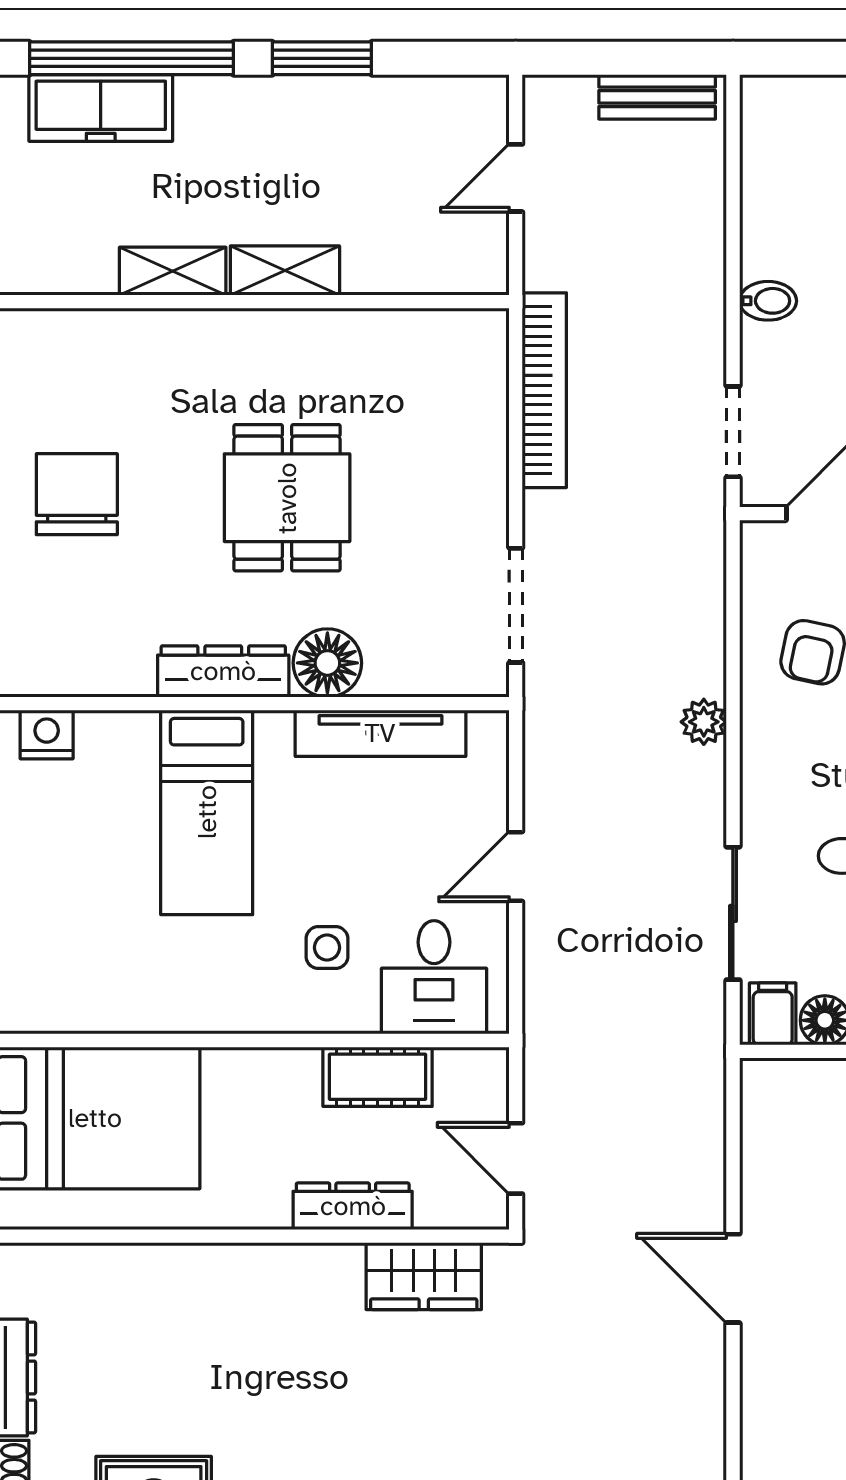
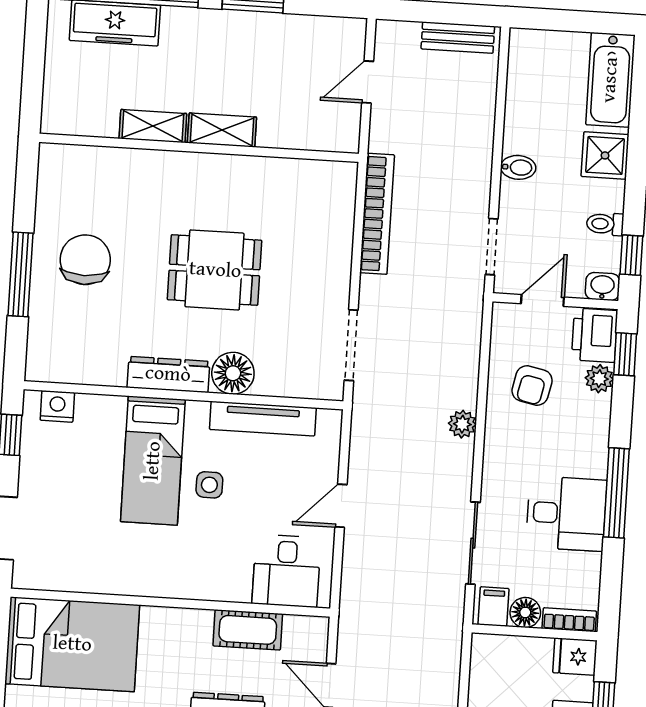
dining table: (287, 498) -> (215, 270), turned 90
side table: (327, 948) -> (209, 485), moved

